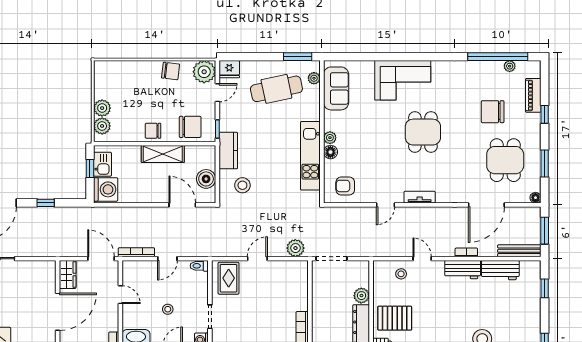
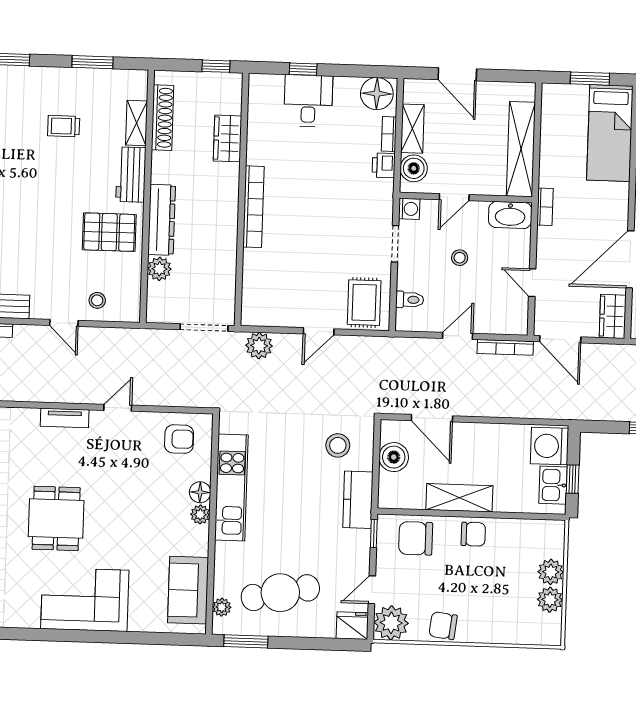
plant: (102, 126) -> (550, 600), moved
toilet: (199, 266) -> (410, 300), moved

